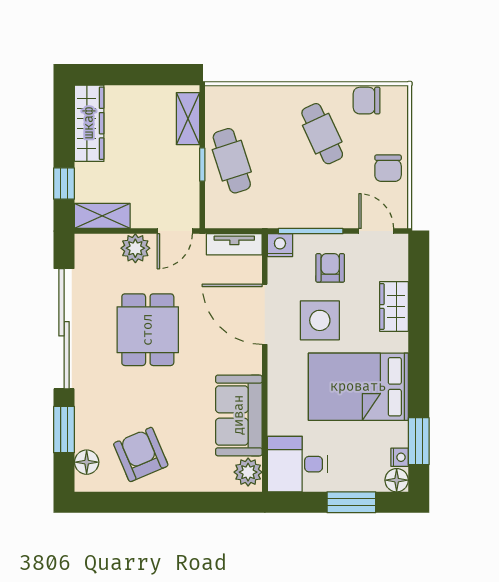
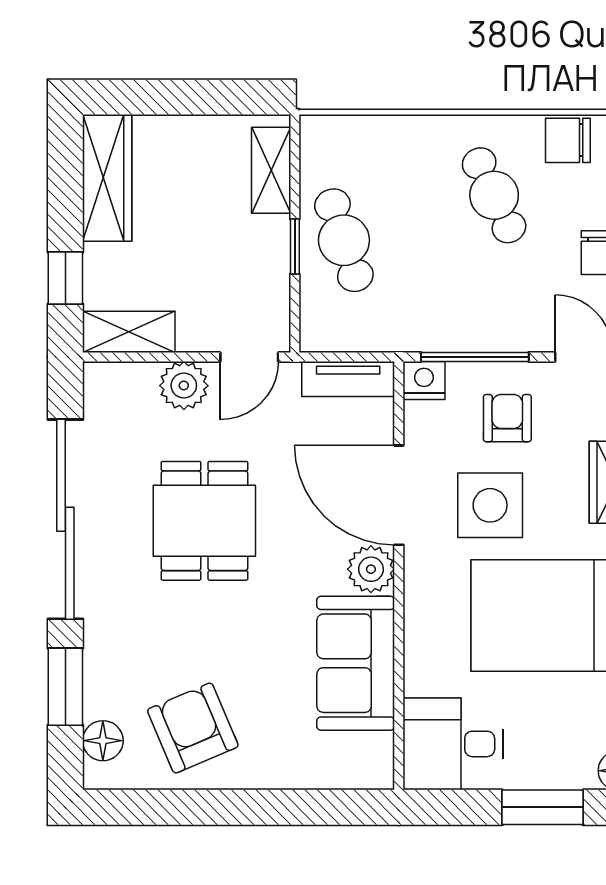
plant: (248, 472) -> (371, 569), moved

